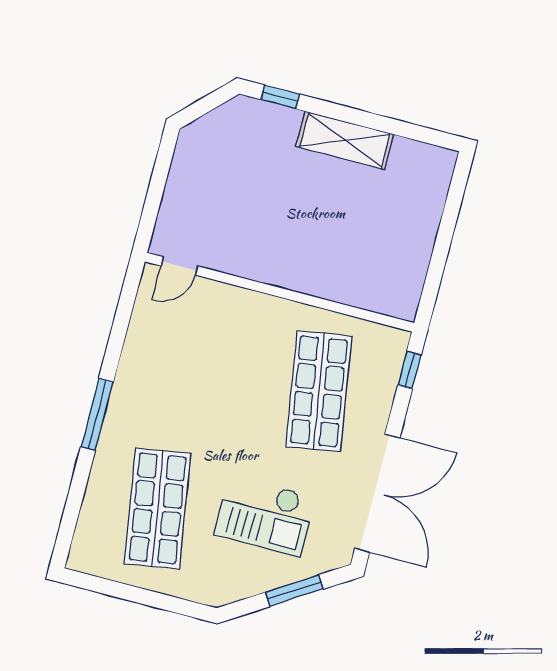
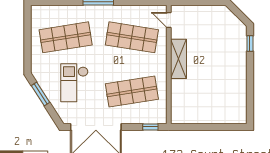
shelving: (345, 140) -> (178, 59), moved
shop shelf: (197, 359) -> (132, 37), added
window: (294, 591) -> (41, 94), moved

